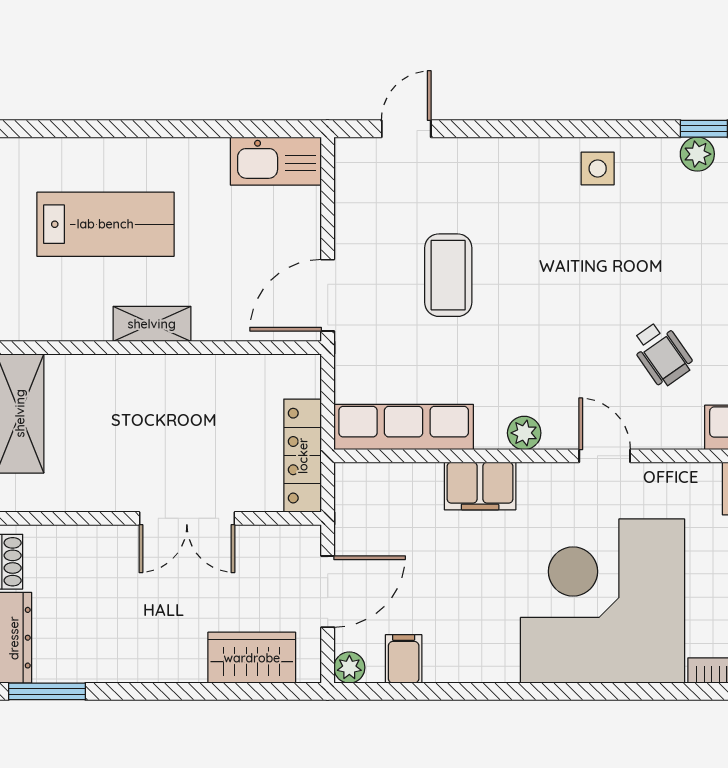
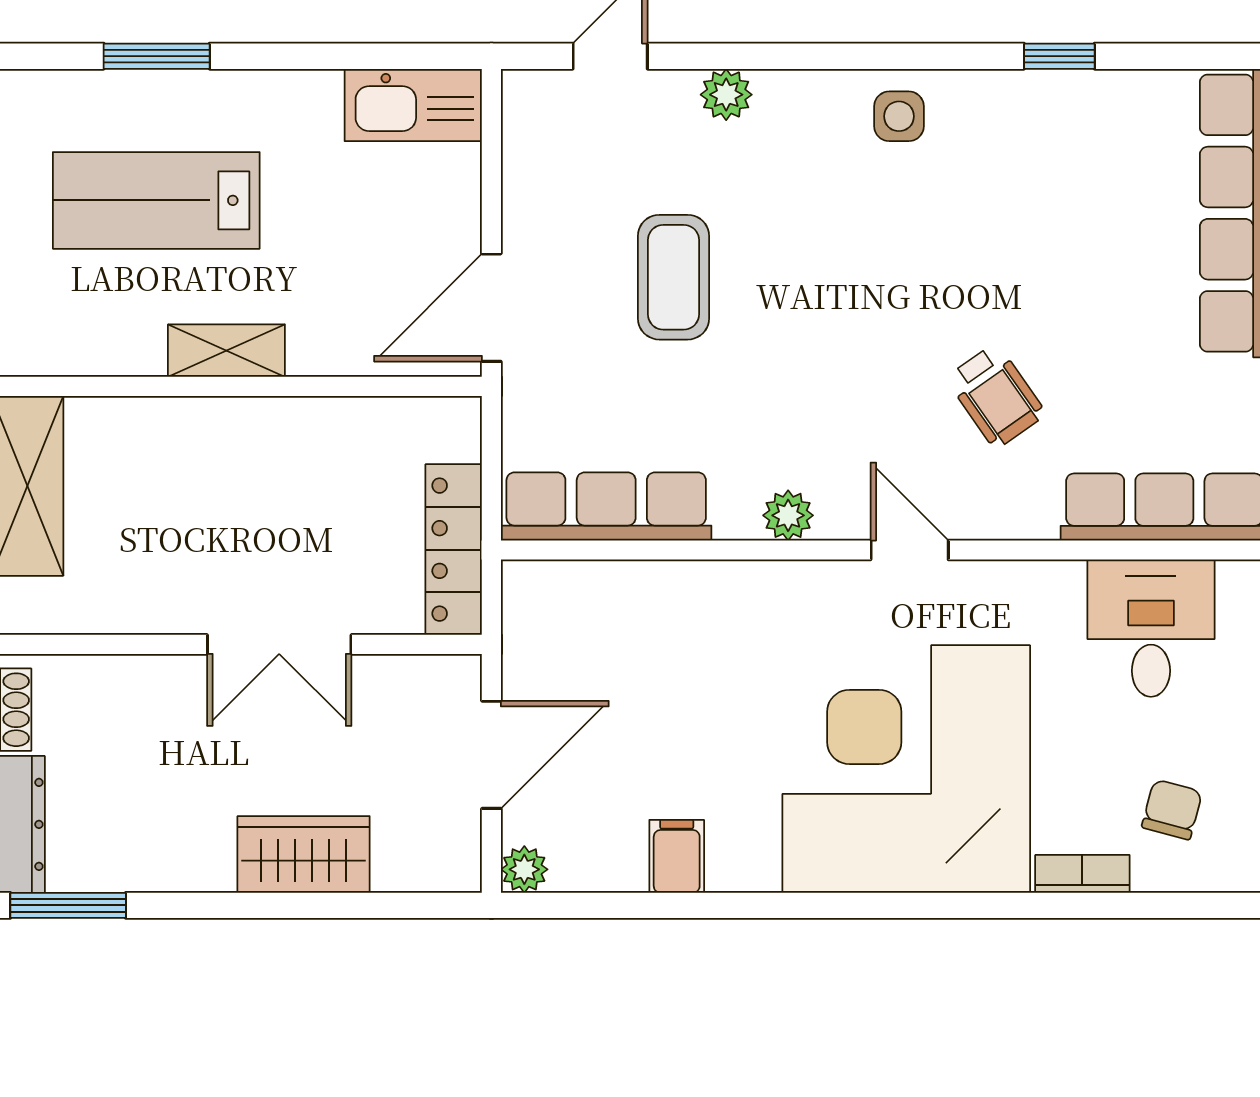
window: (106, 129) -> (157, 56), added
plant: (697, 154) -> (726, 95), moved
lab bench: (105, 224) -> (156, 200), turned 180
filing cabinet: (480, 486) -> (721, 595), removed
wardrobe: (252, 658) -> (304, 854), moved
filing cabinet: (404, 659) -> (677, 856), moved

